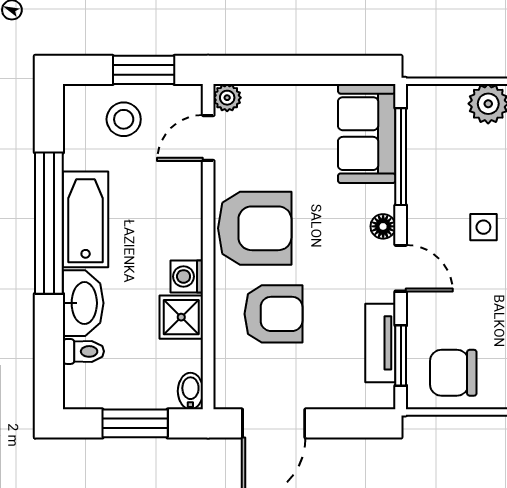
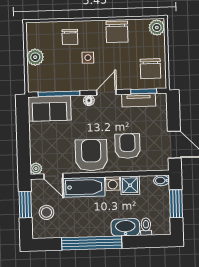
bathtub: (86, 219) -> (84, 187), moved, turned 180

